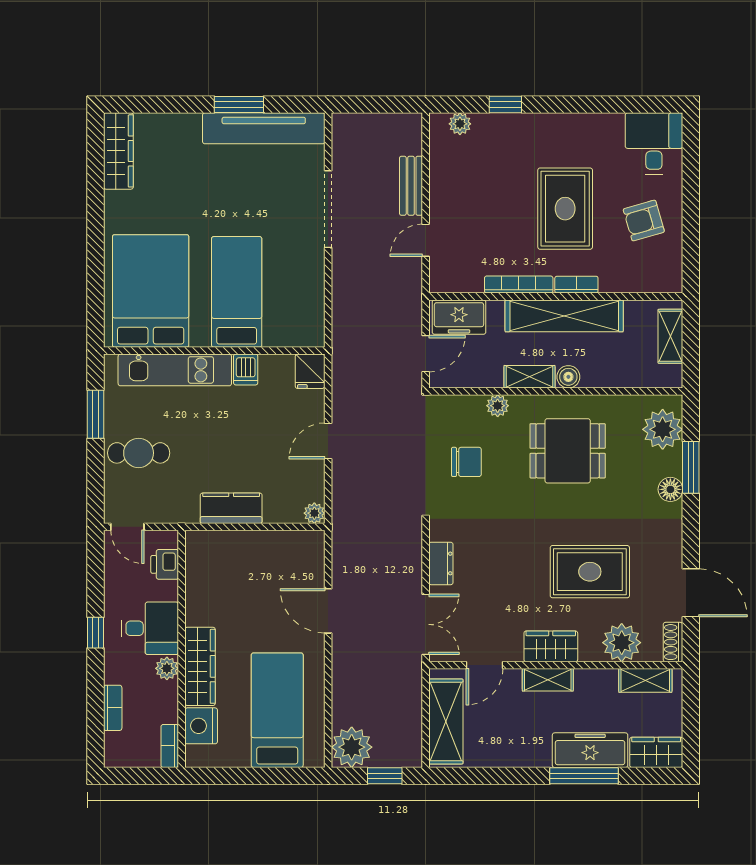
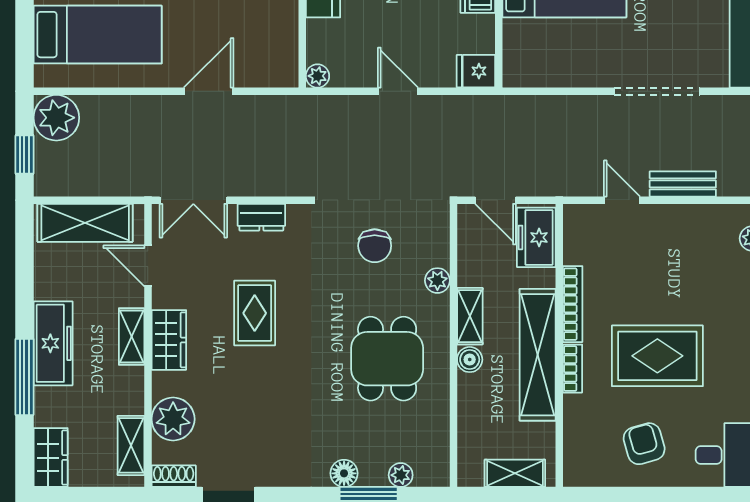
plant: (663, 429) -> (401, 475), width x0.53, depth x0.53
rug: (590, 572) -> (255, 313), moved, width x0.73, depth x0.70
freezer: (590, 750) -> (53, 343), moved

